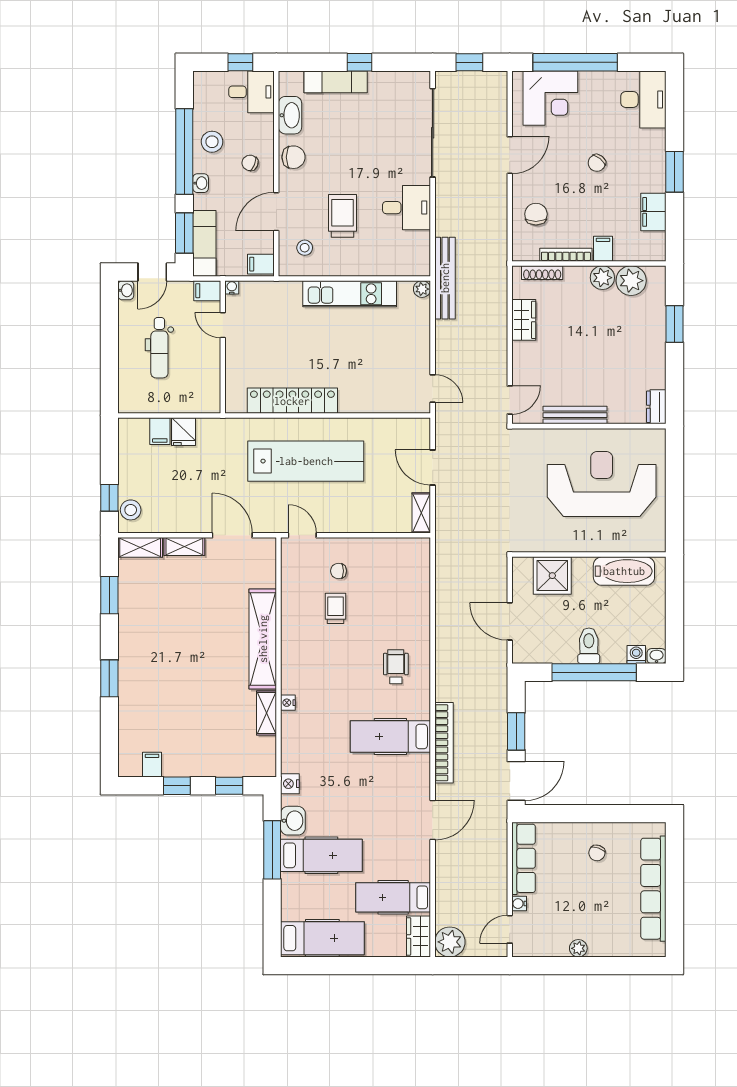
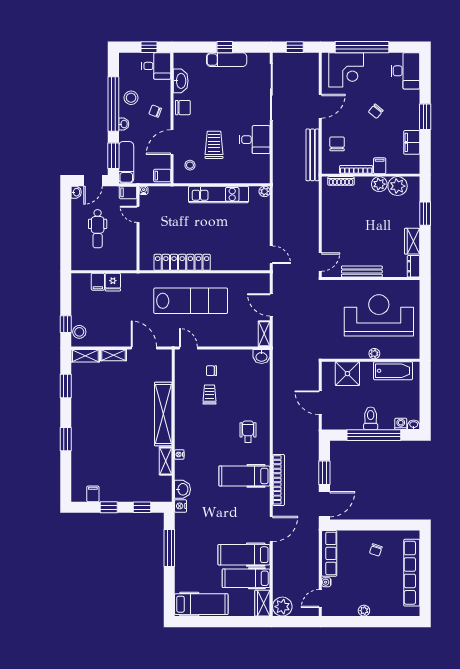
exam couch: (336, 82) -> (227, 60), moved
bench: (445, 278) -> (313, 155), moved
wardrobe: (524, 320) -> (412, 241), moved, turned 180
plant: (595, 544) -> (374, 354), added
washbasin: (417, 549) -> (262, 356), added
washbasin: (293, 821) -> (182, 489), moved
hospital bed: (321, 855) -> (244, 555), moved, turned 180

